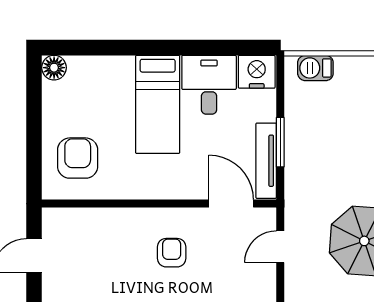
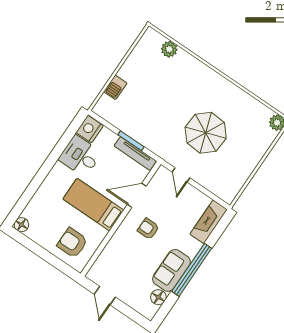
barbecue: (315, 68) -> (115, 87), moved
bed: (158, 104) -> (93, 205), moved, turned 180
door: (231, 204) -> (137, 195), moved

